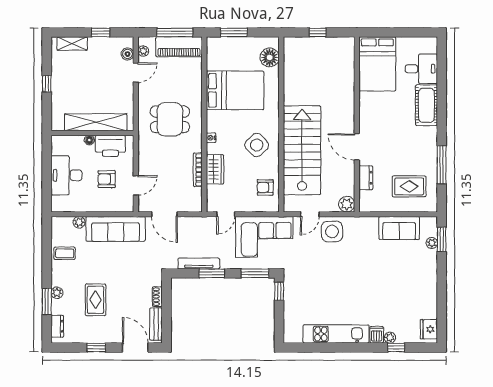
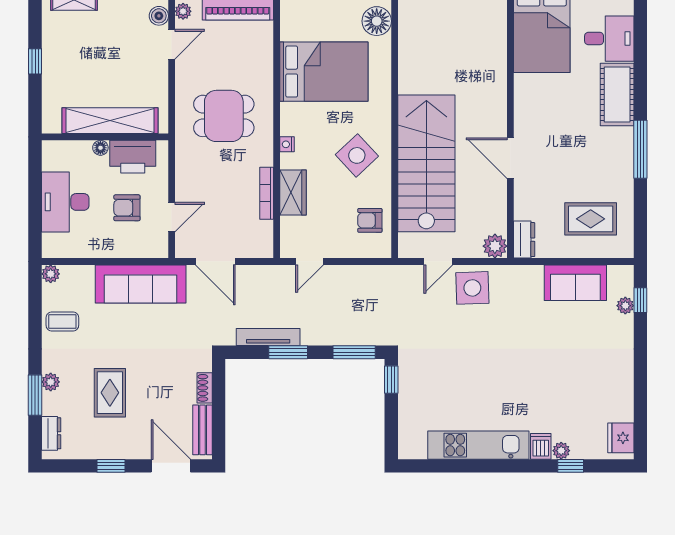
window: (442, 165) -> (640, 149), moved
dresser: (366, 178) -> (524, 240), moved
plant: (79, 222) -> (51, 274), moved
corner sofa: (264, 237) -> (368, 296), removed
window: (442, 239) -> (640, 300), width x0.67

